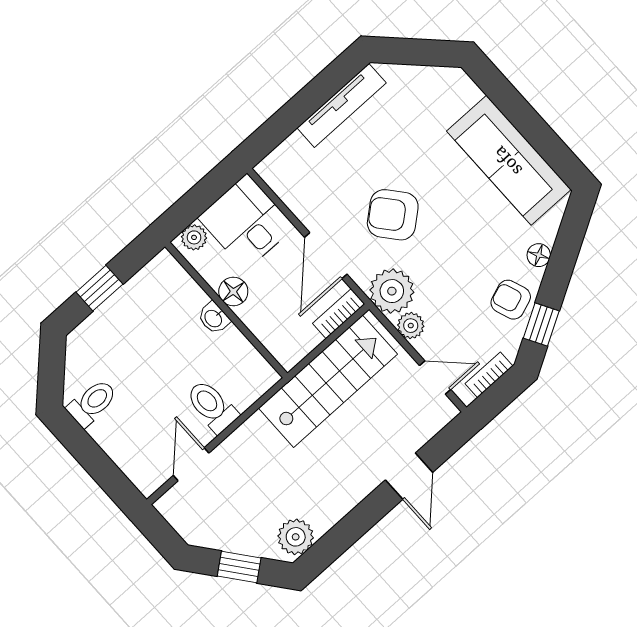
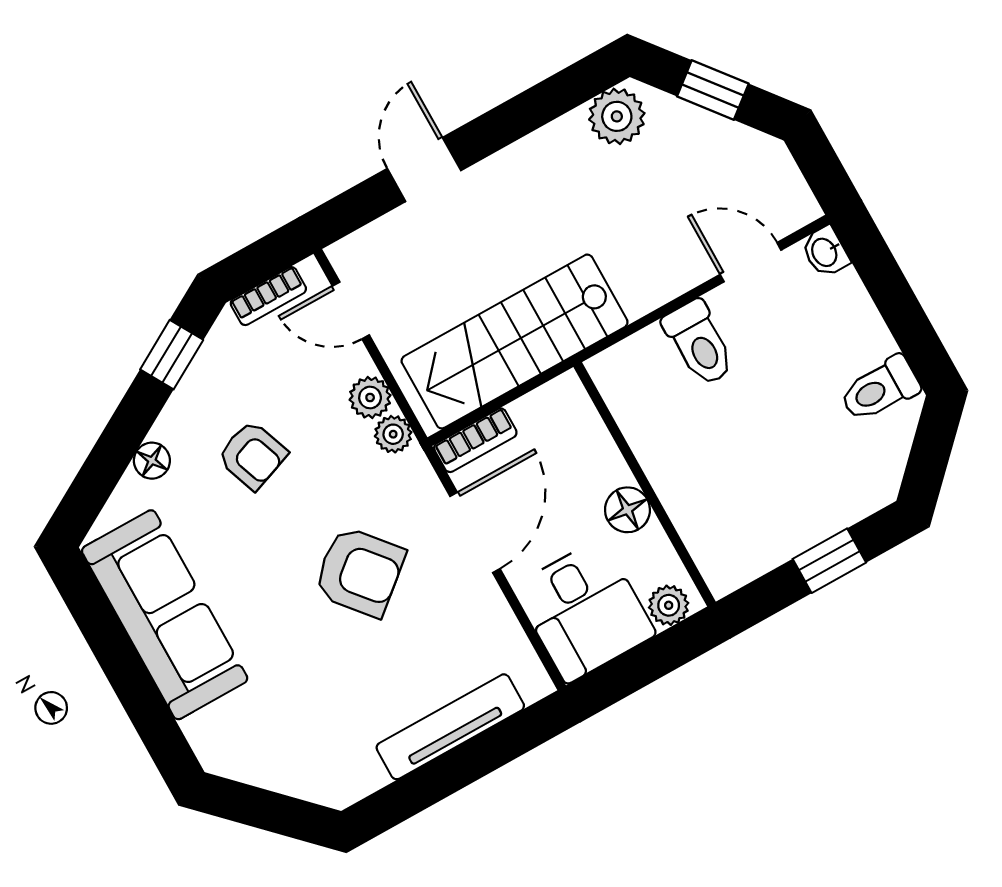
tv unit: (342, 105) -> (450, 727), moved
plant: (392, 291) -> (393, 434), width x0.53, depth x0.53
armchair: (511, 300) -> (252, 455), moved
washbasin: (214, 318) -> (825, 252), moved, turned 180
door: (191, 464) -> (751, 262), swing flipped

